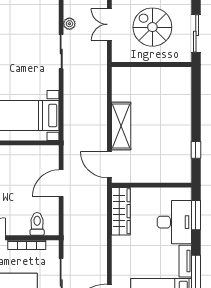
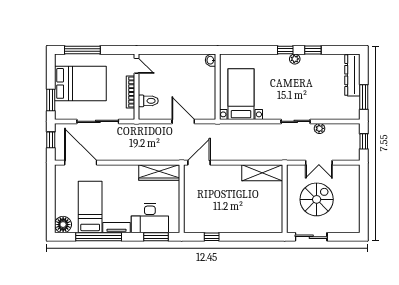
double door: (109, 24) -> (319, 163), swing flipped
shelving: (121, 126) -> (262, 173), moved

